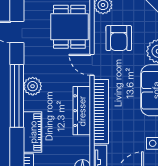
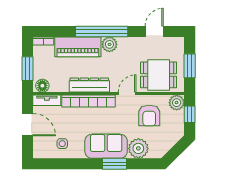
armchair: (119, 38) -> (149, 116), turned -90
piano: (33, 132) -> (78, 47), width x1.37, depth x1.33

